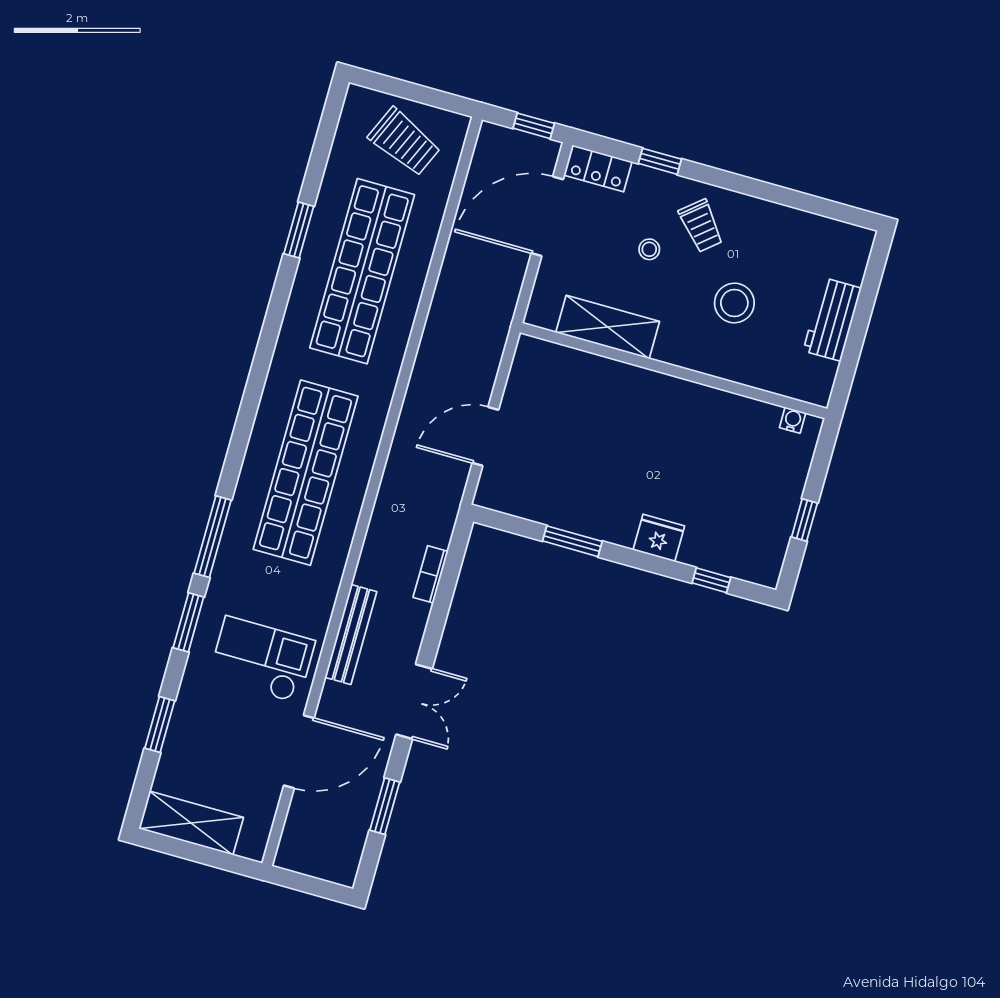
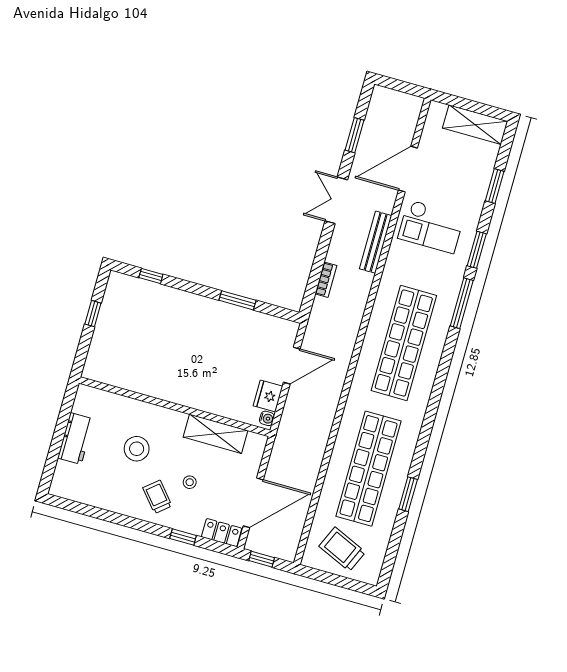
water cooler: (793, 420) -> (267, 418), moved, turned -90
fridge: (659, 538) -> (268, 396), moved, turned 90

